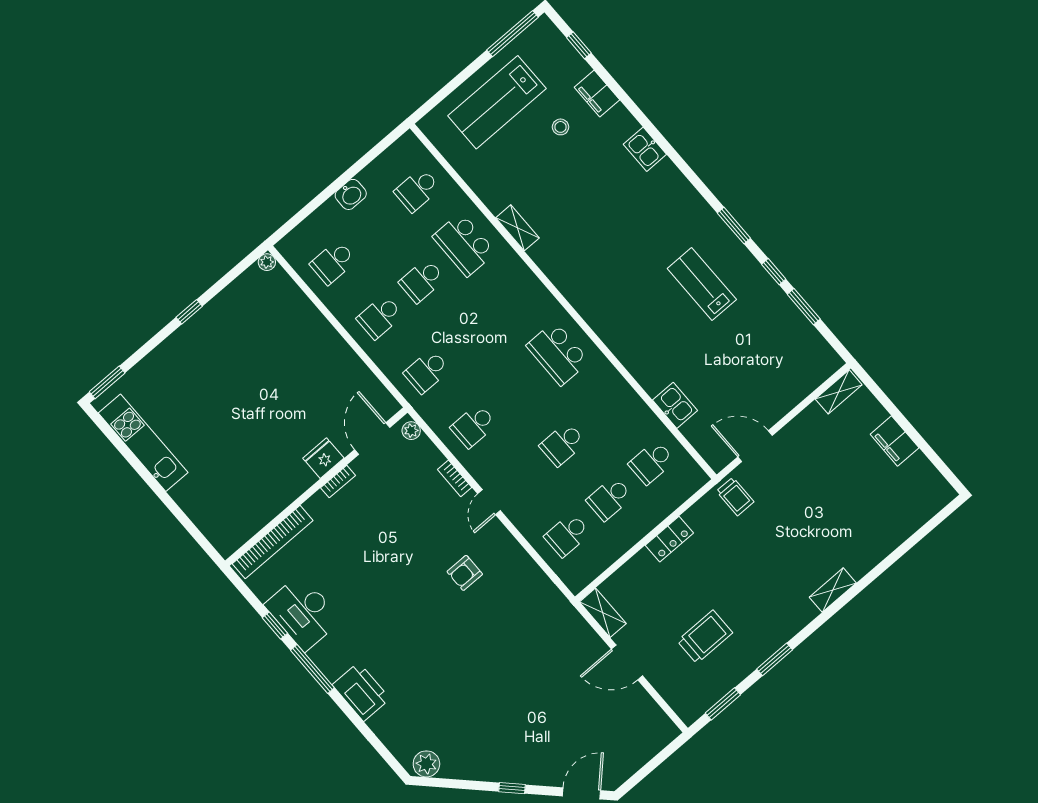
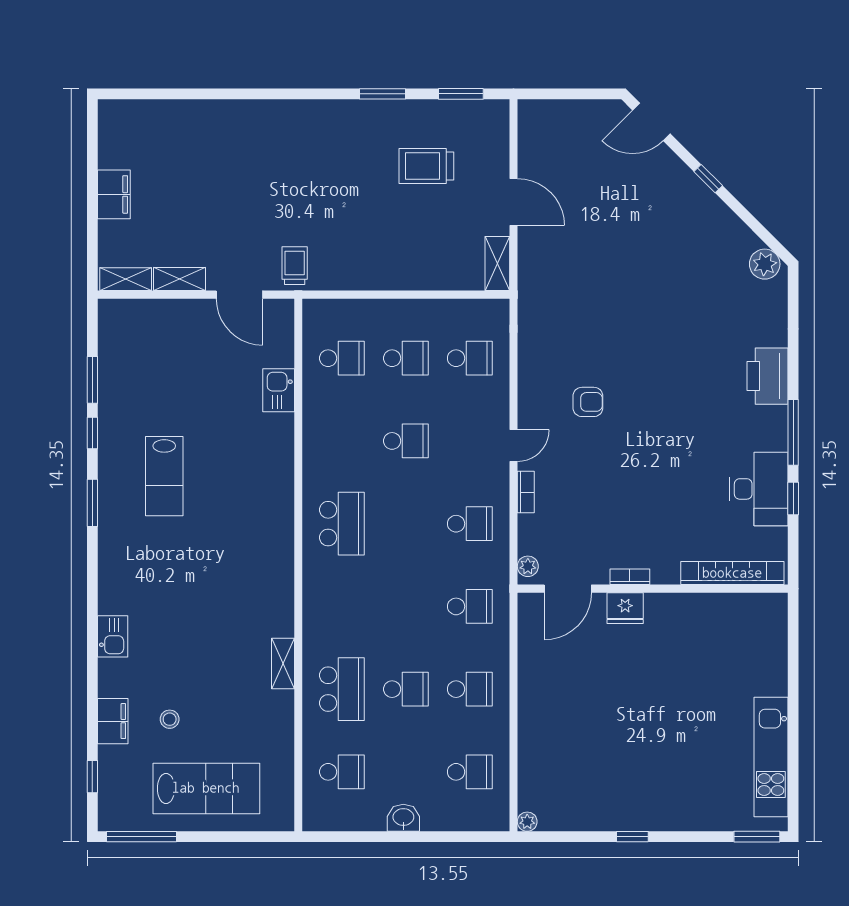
locker: (669, 539) -> (384, 278), removed
shelving: (833, 590) -> (179, 279), moved

